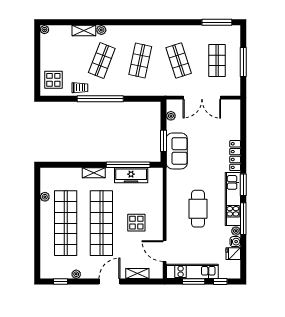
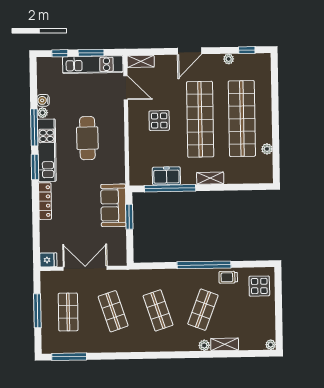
shop shelf: (140, 61) -> (158, 310), turned -30
plant: (171, 116) -> (121, 246), removed
freezer: (131, 175) -> (166, 176), width x0.71
fridge: (233, 254) -> (48, 260), moved
shelving: (137, 274) -> (141, 61), moved

